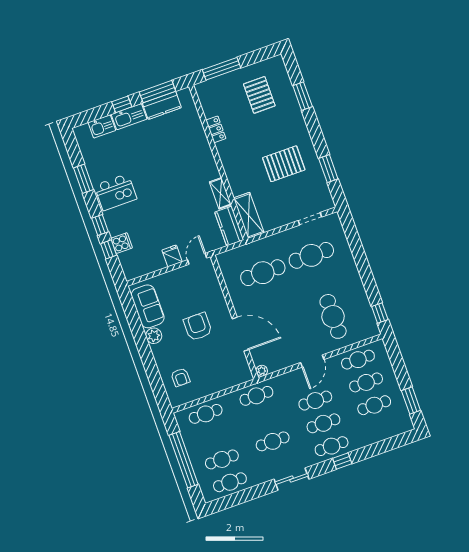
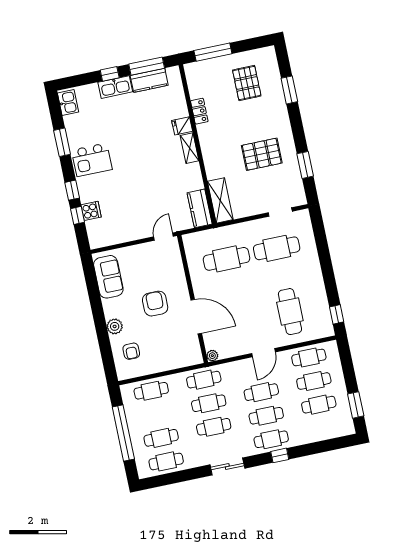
kitchen sink: (102, 126) -> (68, 102), moved, turned -90
shelving: (220, 193) -> (189, 148), moved
fridge: (172, 256) -> (182, 126), moved, turned -90
plant: (154, 336) -> (115, 326), moved
cafe table: (265, 419) -> (209, 403), added

